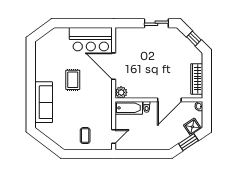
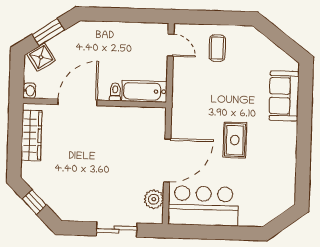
sliding door: (156, 23) -> (117, 229), moved
door: (114, 66) -> (167, 160), hinge flipped
plant: (121, 92) -> (154, 199), moved
sofa: (44, 102) -> (284, 96), width x0.73
door: (114, 137) -> (171, 45), swing flipped

